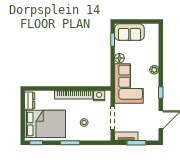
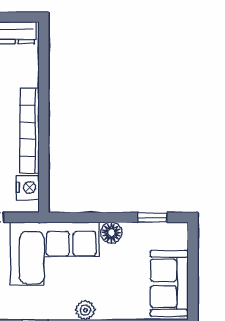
sofa: (129, 32) -> (169, 283), moved

